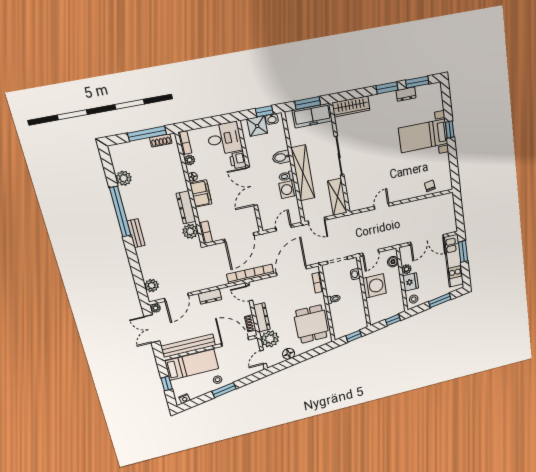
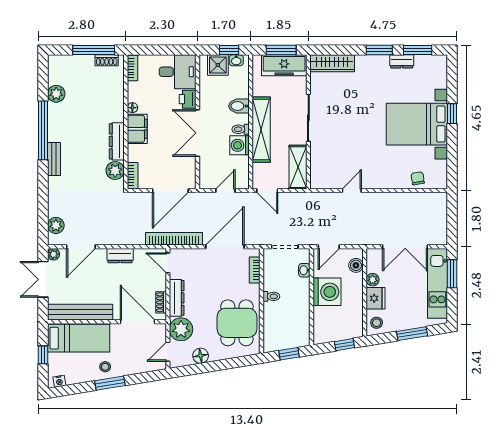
bed with nightstands: (423, 136) -> (417, 124), width x1.36
plant: (190, 160) -> (133, 88), removed

